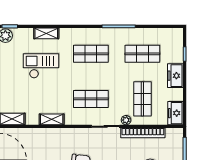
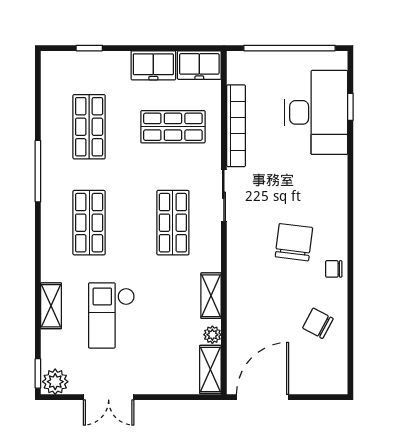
freezer: (175, 76) -> (153, 65), moved
plant: (126, 120) -> (212, 335), moved

